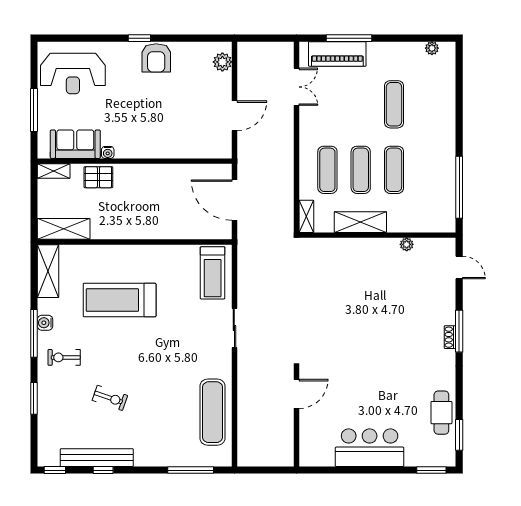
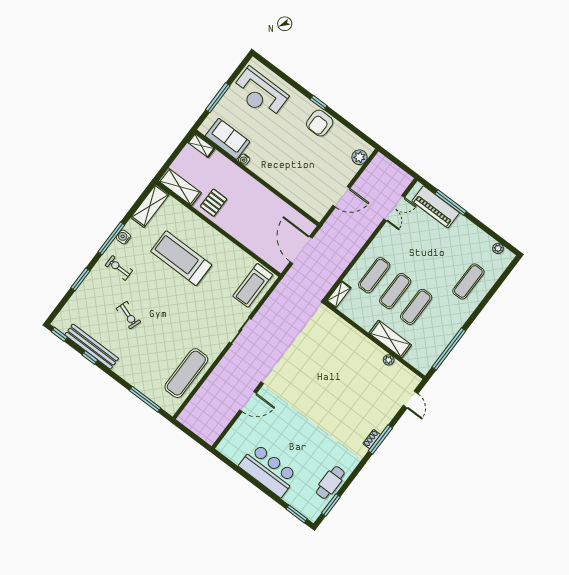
exercise mat: (394, 104) -> (468, 281), moved
pallet: (98, 177) -> (214, 203), moved, turned 90
shelving: (360, 222) -> (390, 339), moved

